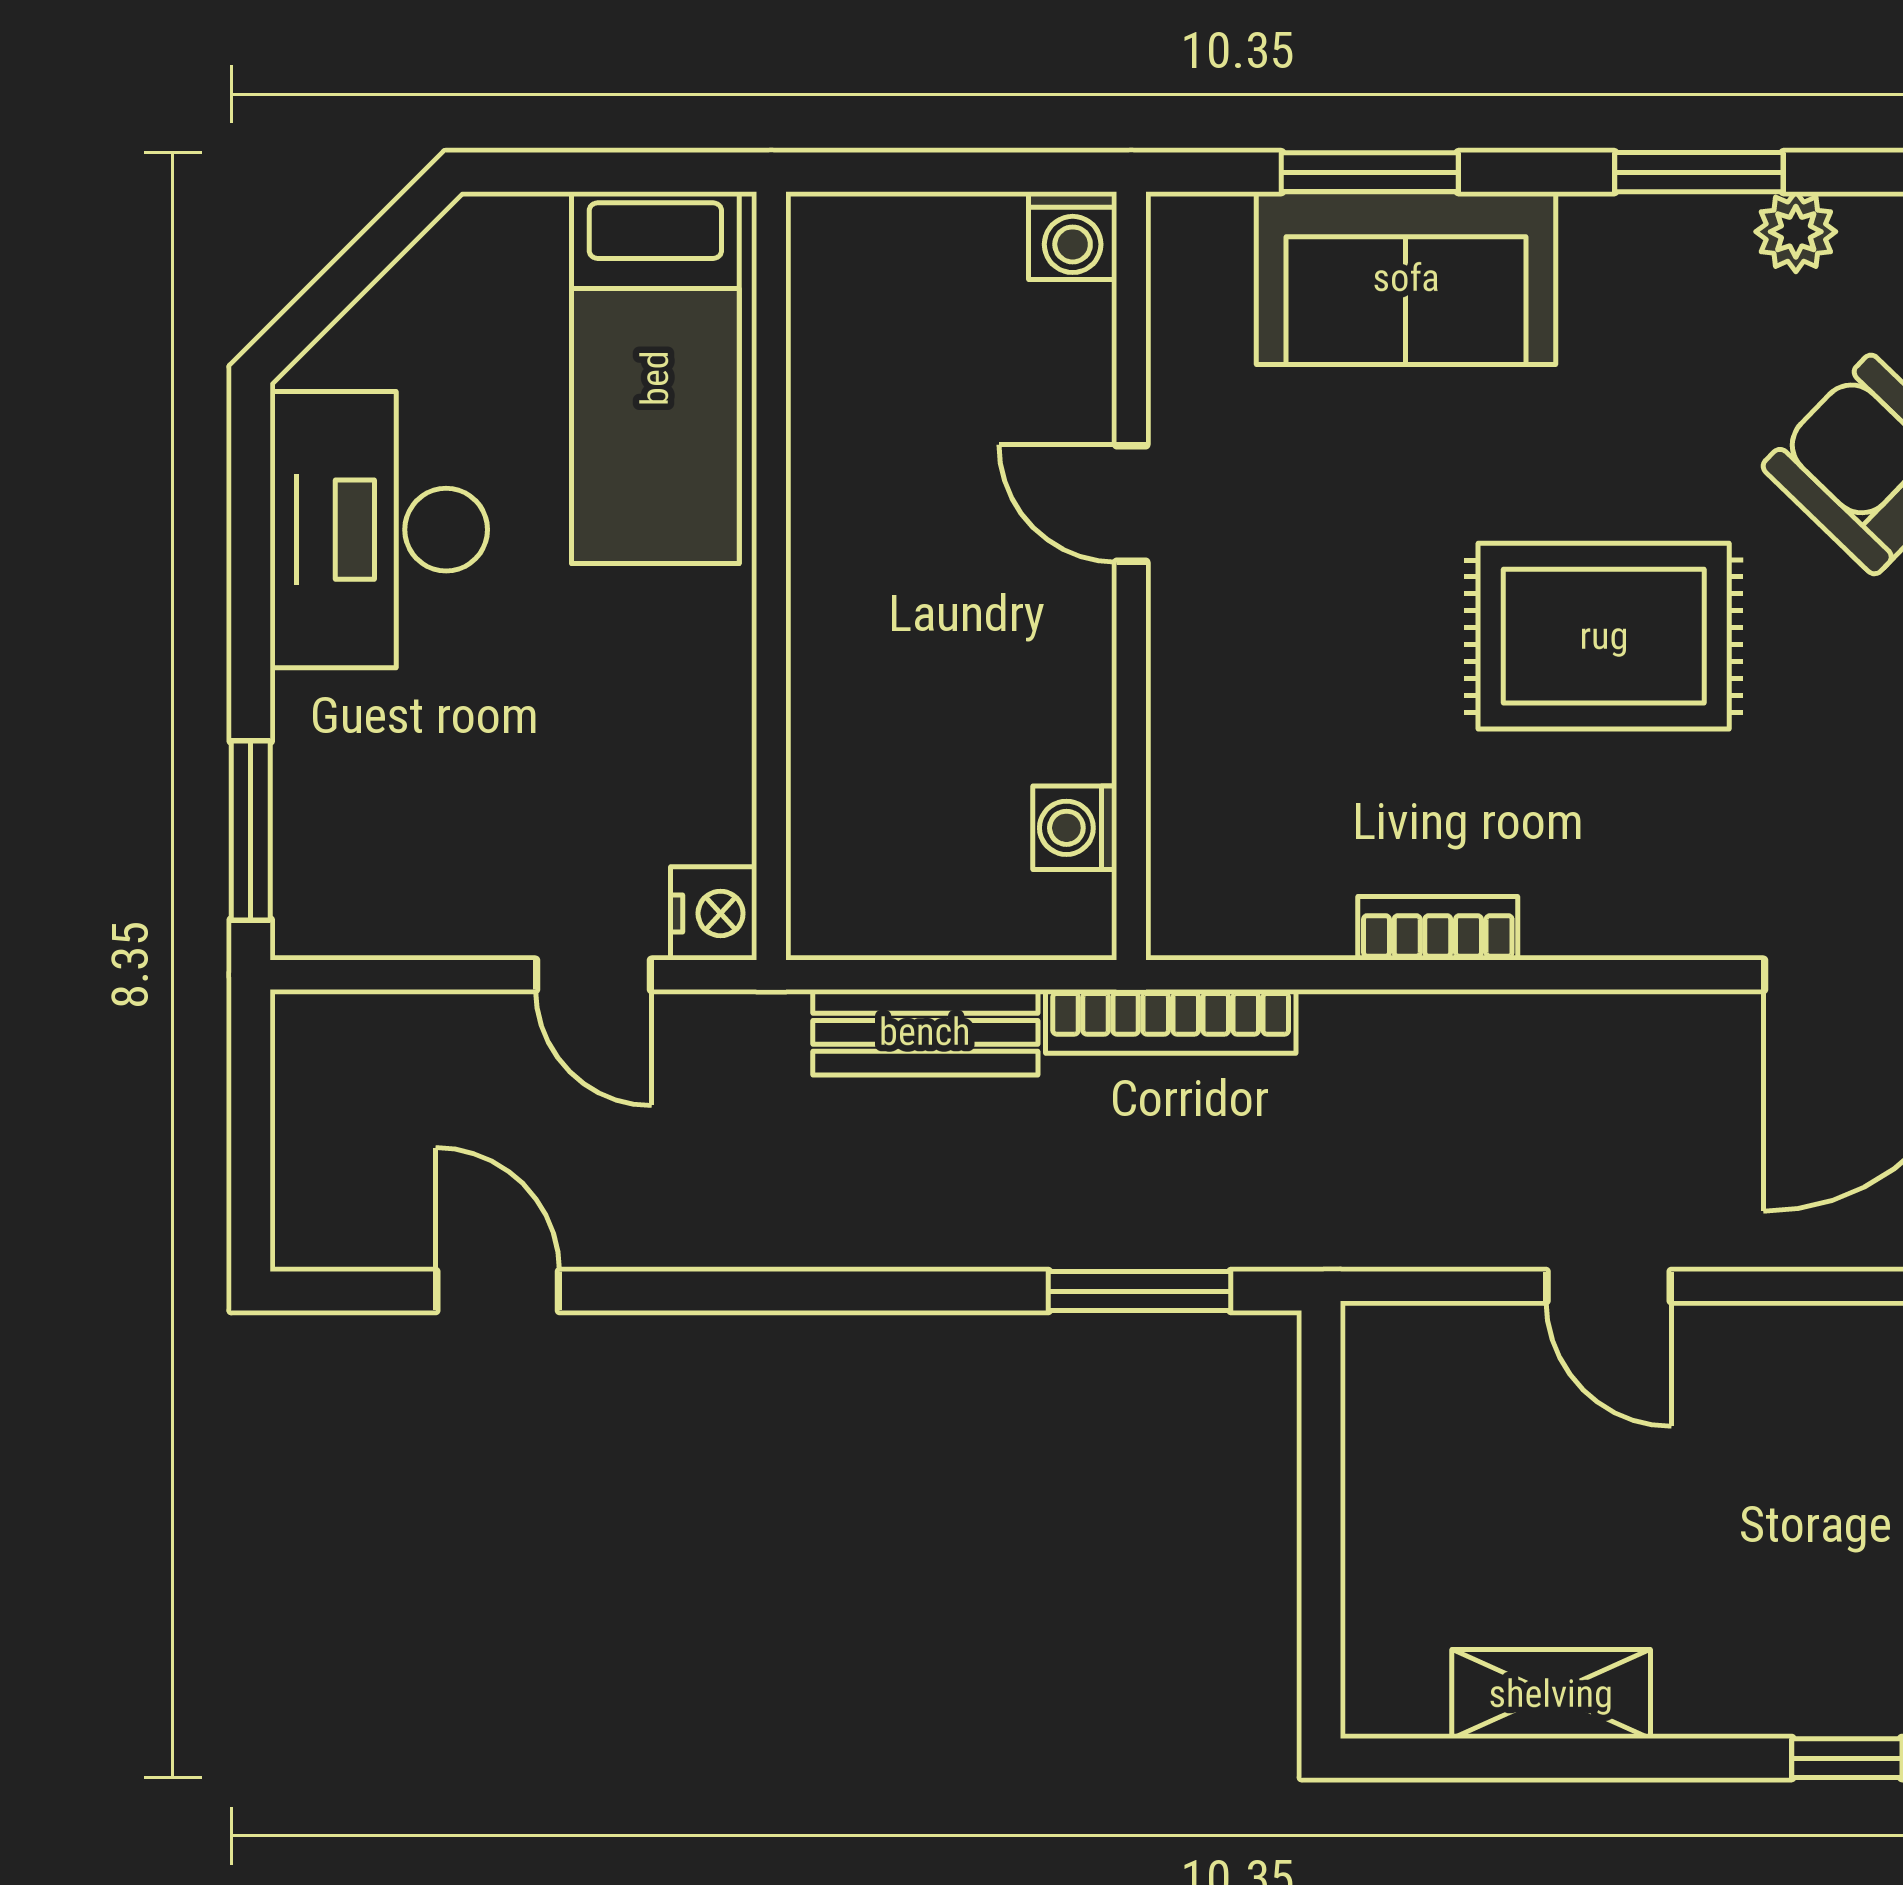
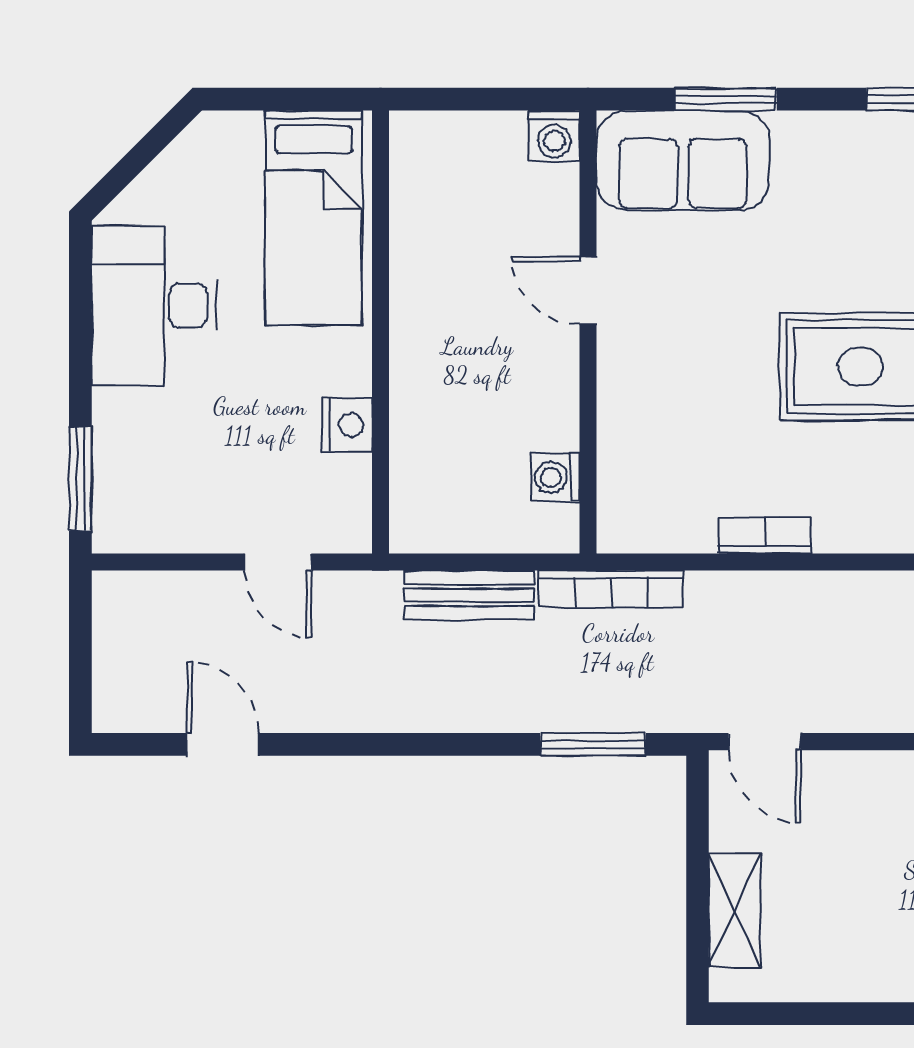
sofa: (1406, 278) -> (683, 160), moved
nightstand: (714, 913) -> (347, 425), moved
door: (1609, 1286) -> (765, 742), moved
shelving: (1551, 1694) -> (734, 910), moved, turned 90

